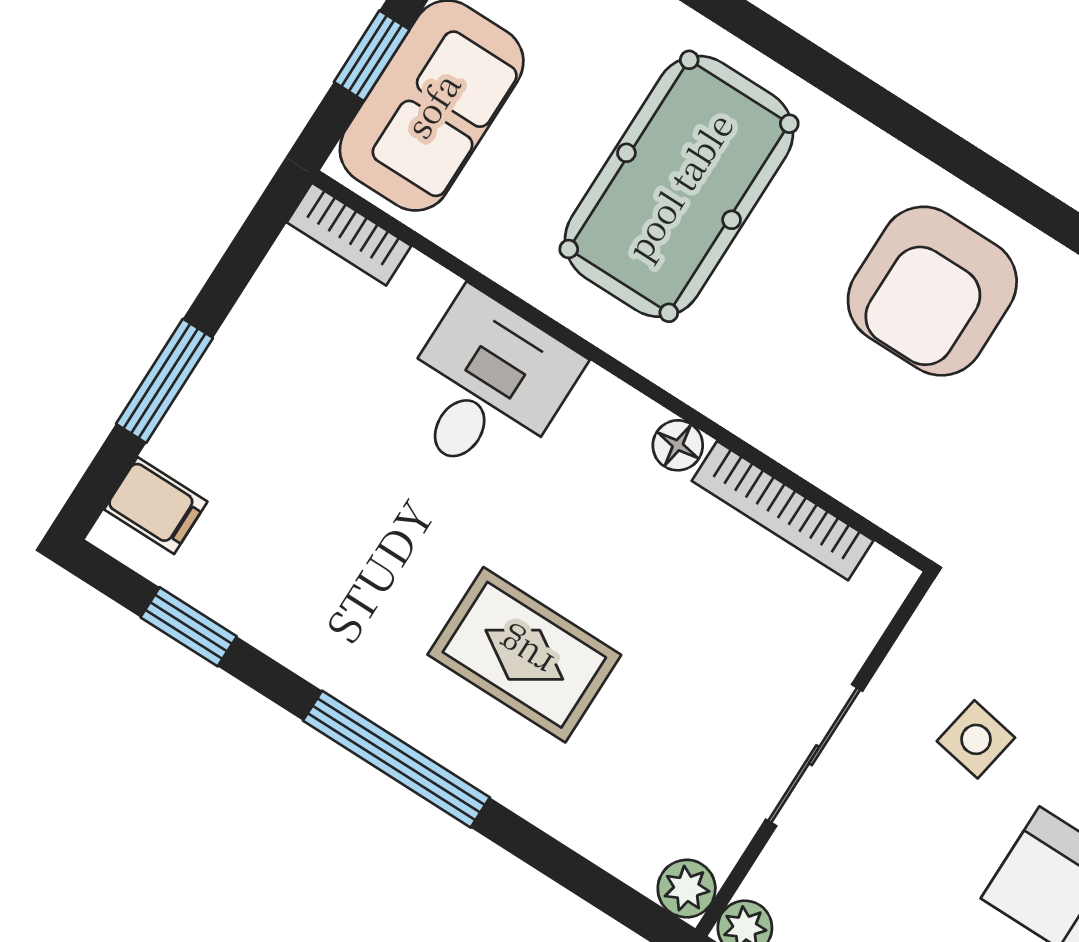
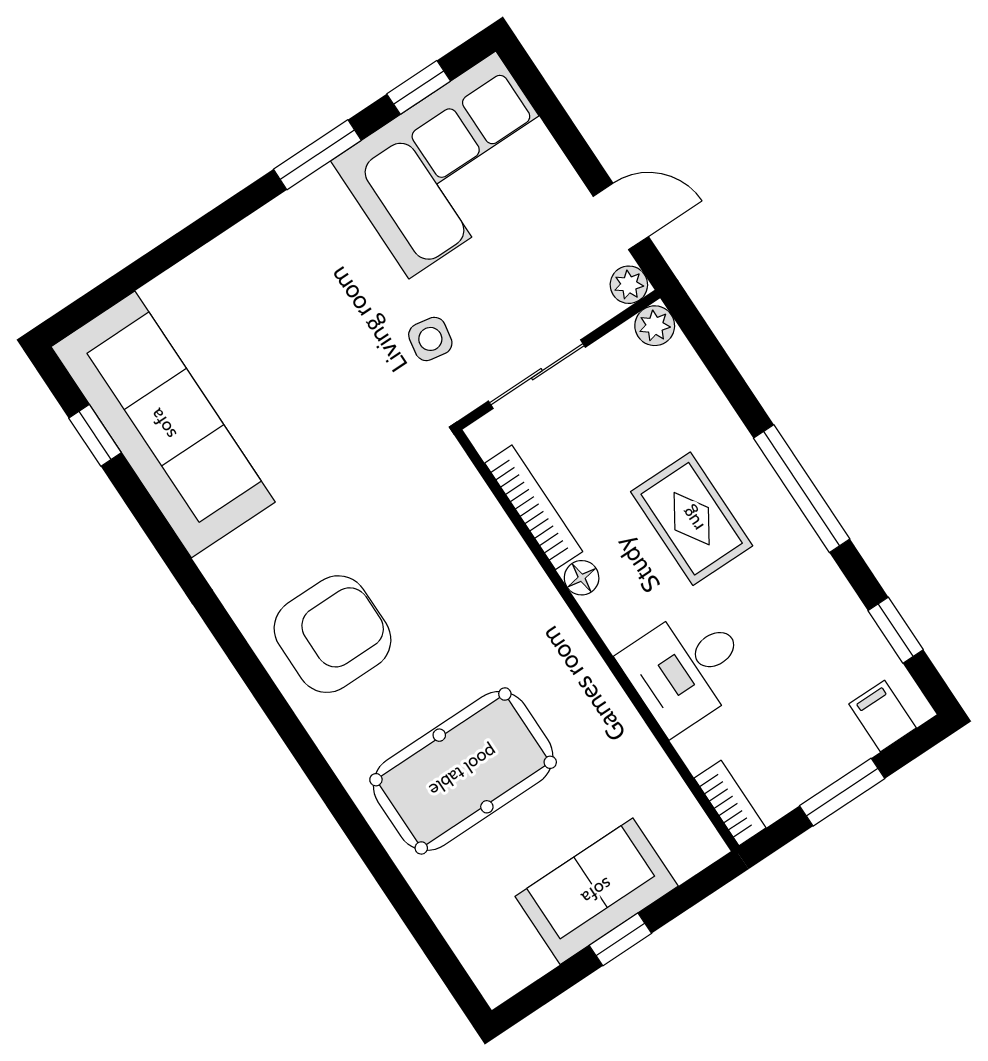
bookcase: (349, 234) -> (730, 803), moved
wall: (621, 371) -> (597, 640), moved
desk: (486, 387) -> (686, 668), moved
floor lamp: (678, 445) -> (582, 578), moved
bookcase: (783, 511) -> (534, 507), moved

